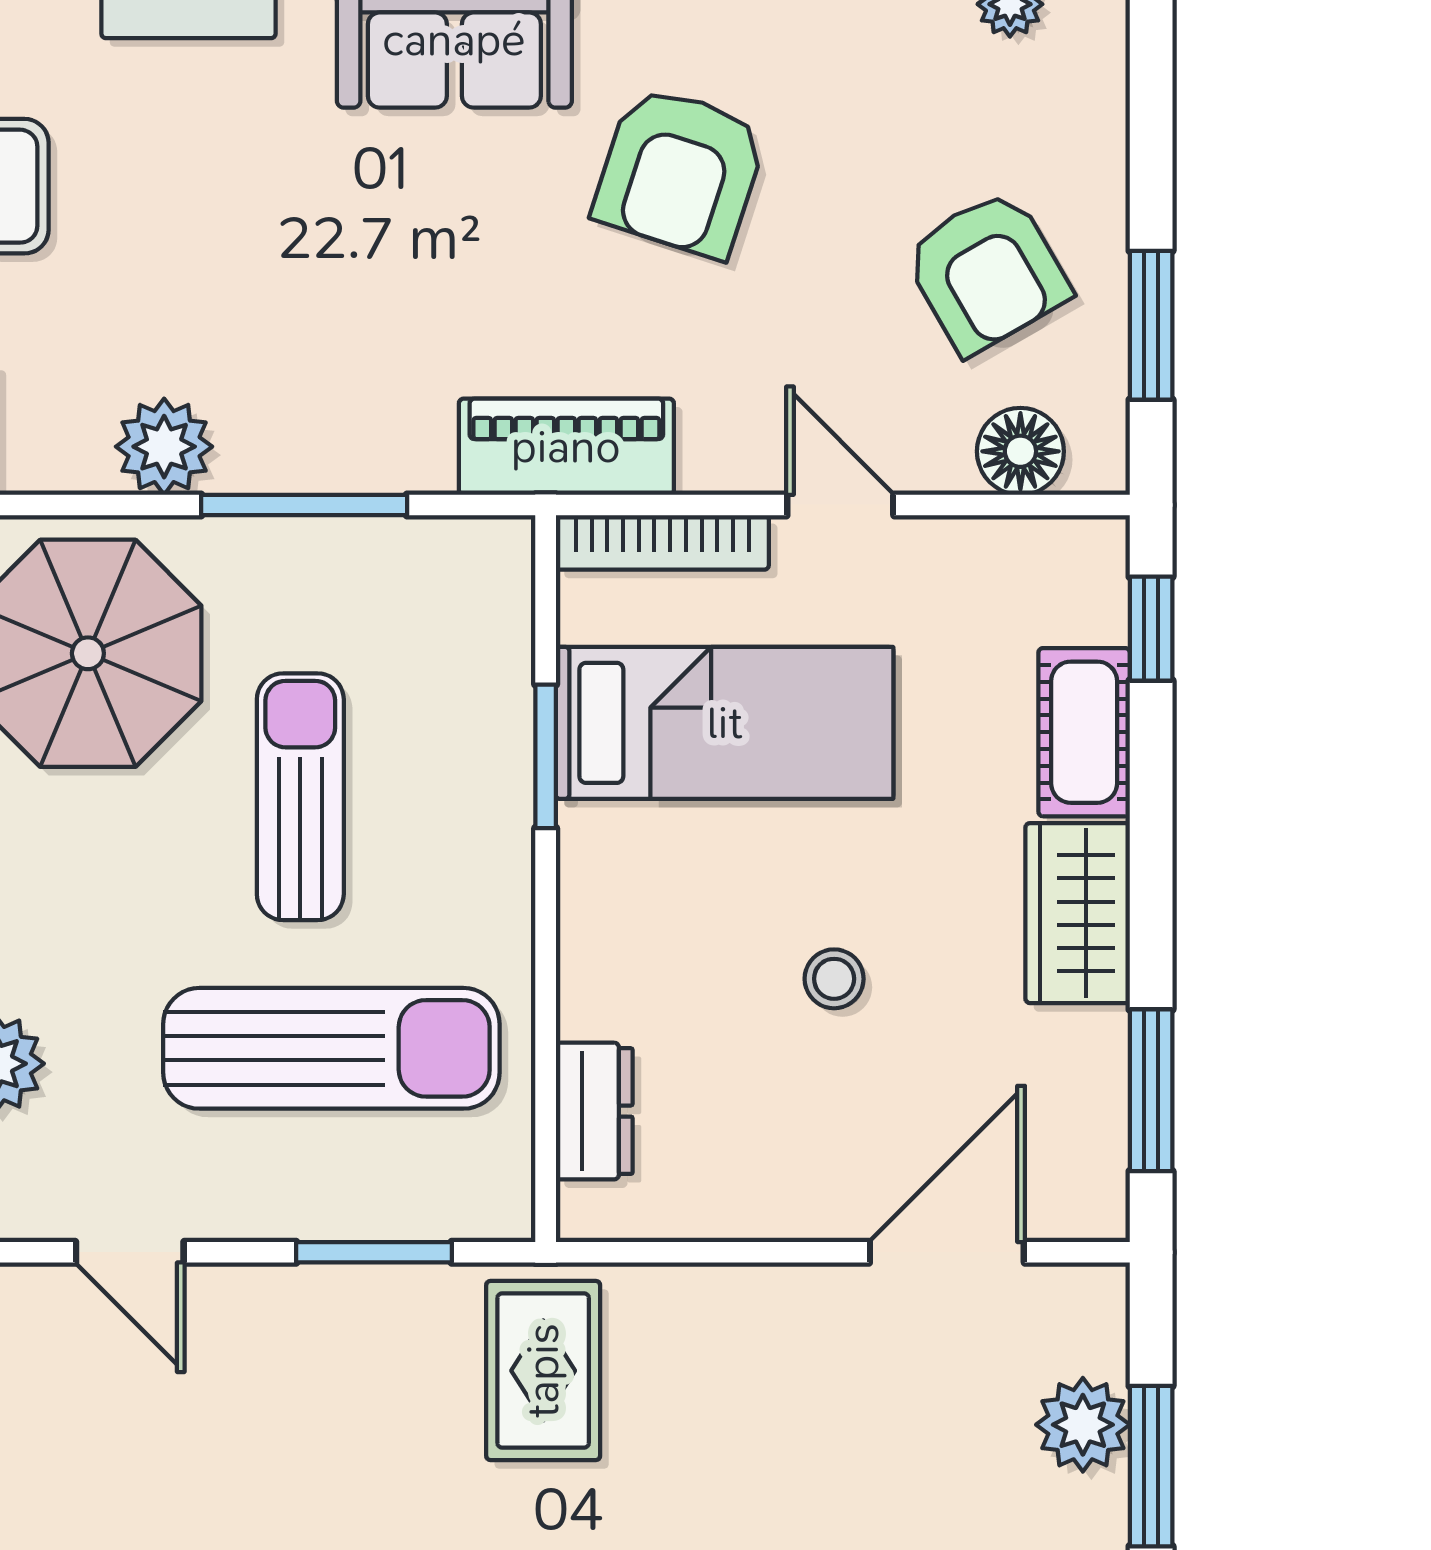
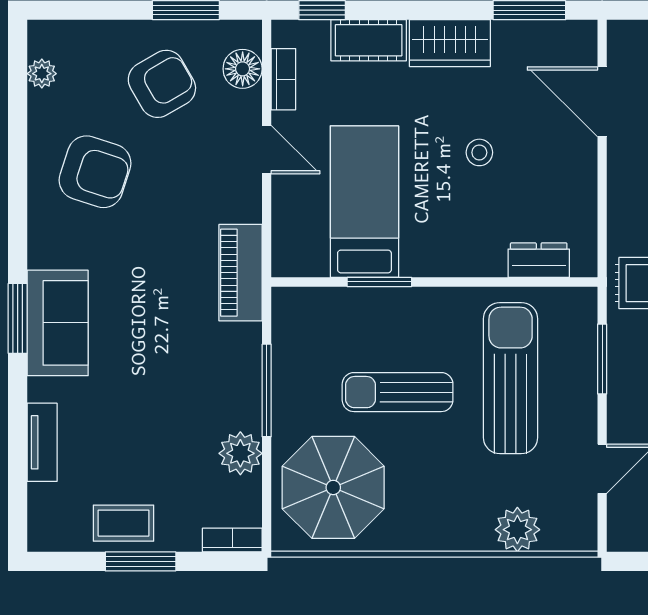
armchair: (680, 172) -> (95, 172), moved
door: (840, 505) -> (267, 150), swing flipped
bookcase: (662, 542) -> (283, 79), moved, width x0.64

